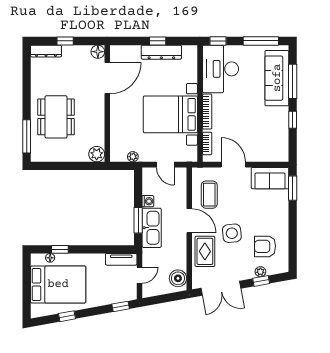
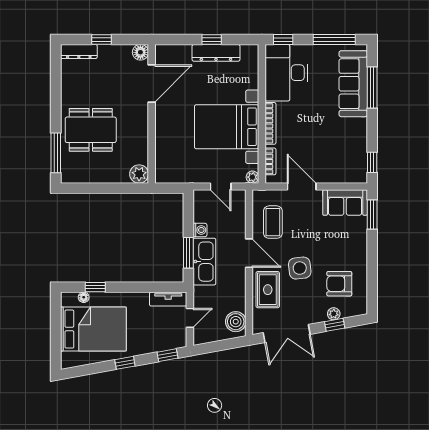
dining table: (56, 117) -> (91, 130), turned 90
window: (293, 120) -> (372, 162), moved
plant: (133, 157) -> (252, 177), moved
window: (67, 316) -> (125, 363), moved

